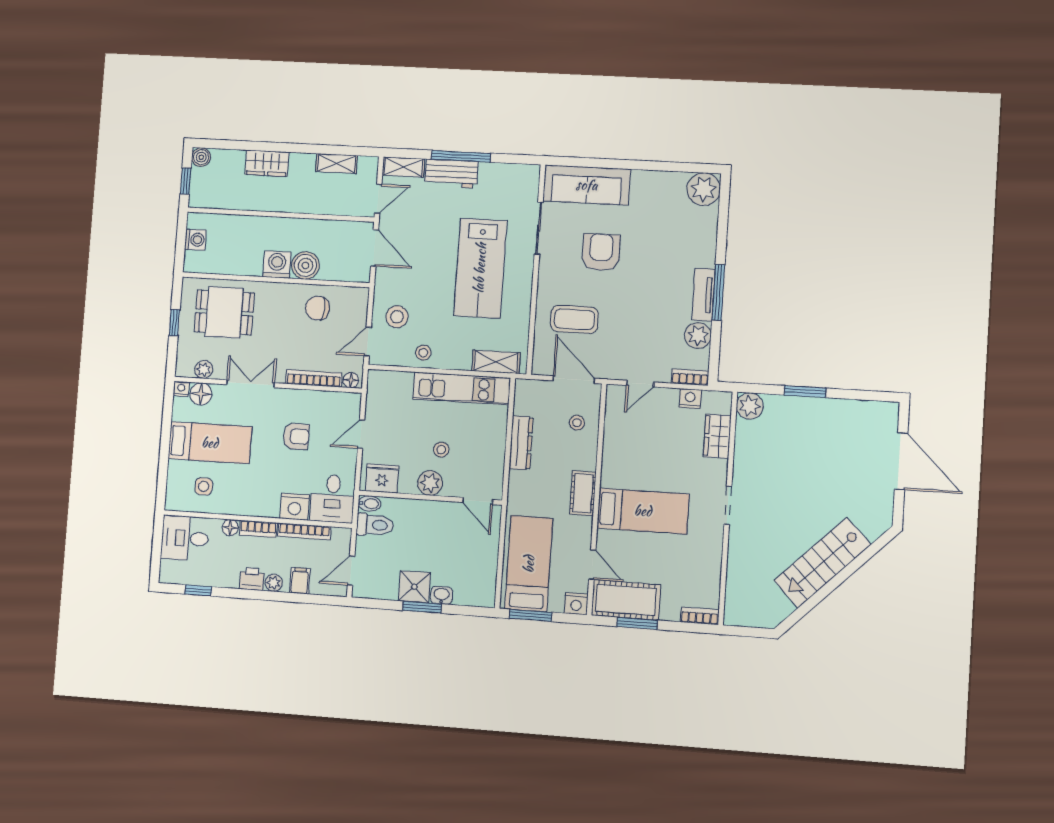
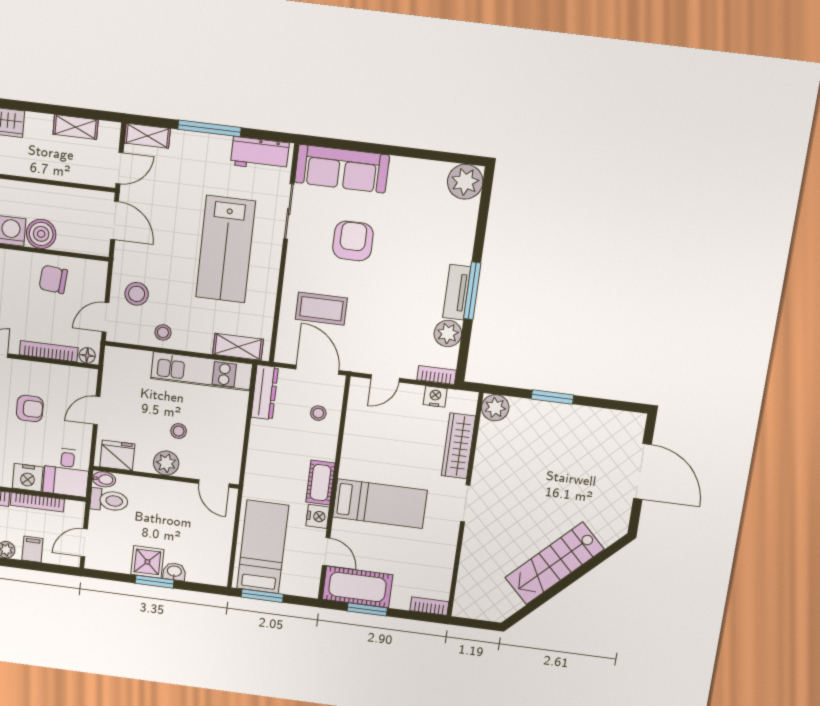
workbench: (451, 174) -> (260, 154), moved
wardrobe: (717, 436) -> (458, 446), width x1.50
dresser: (521, 443) -> (265, 392), moved
nightstand: (576, 604) -> (318, 516), moved, turned -90

